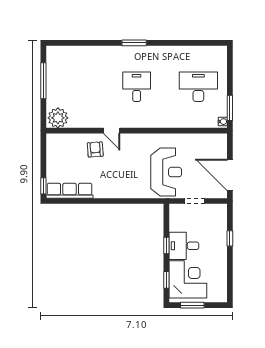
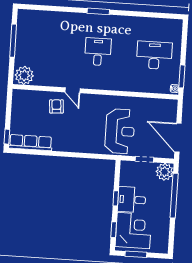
plant: (218, 213) -> (165, 172), added
window: (230, 238) -> (174, 196), width x3.17

